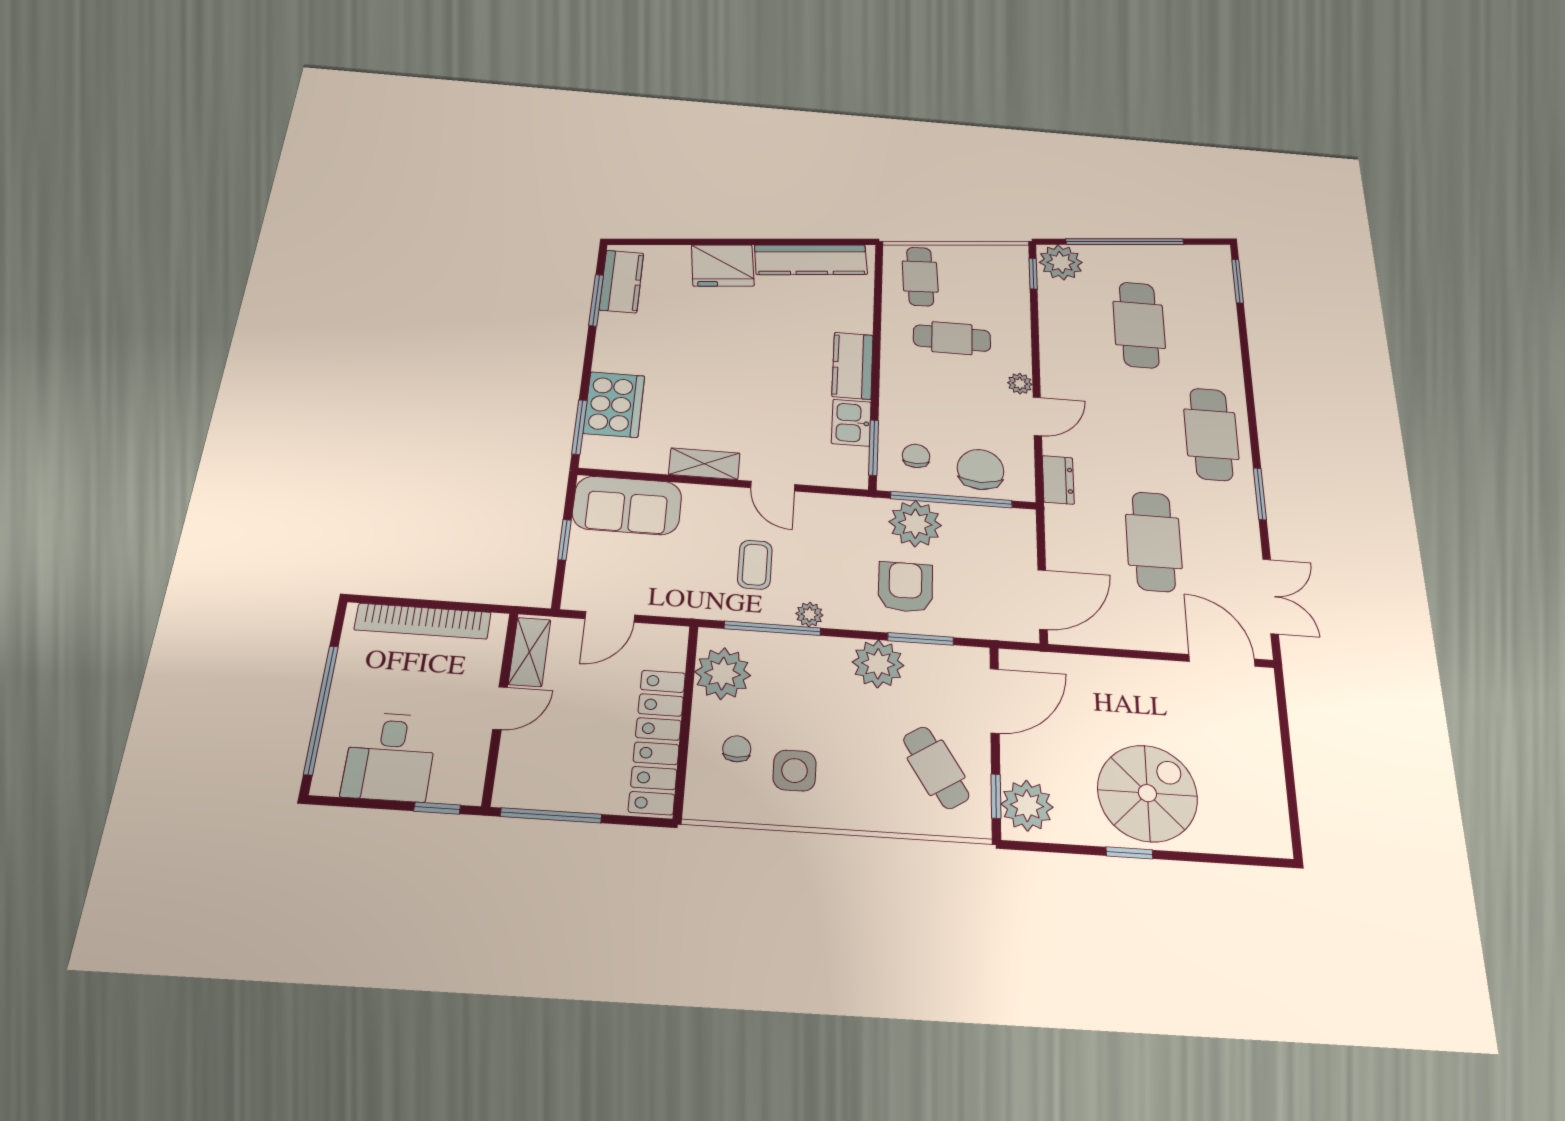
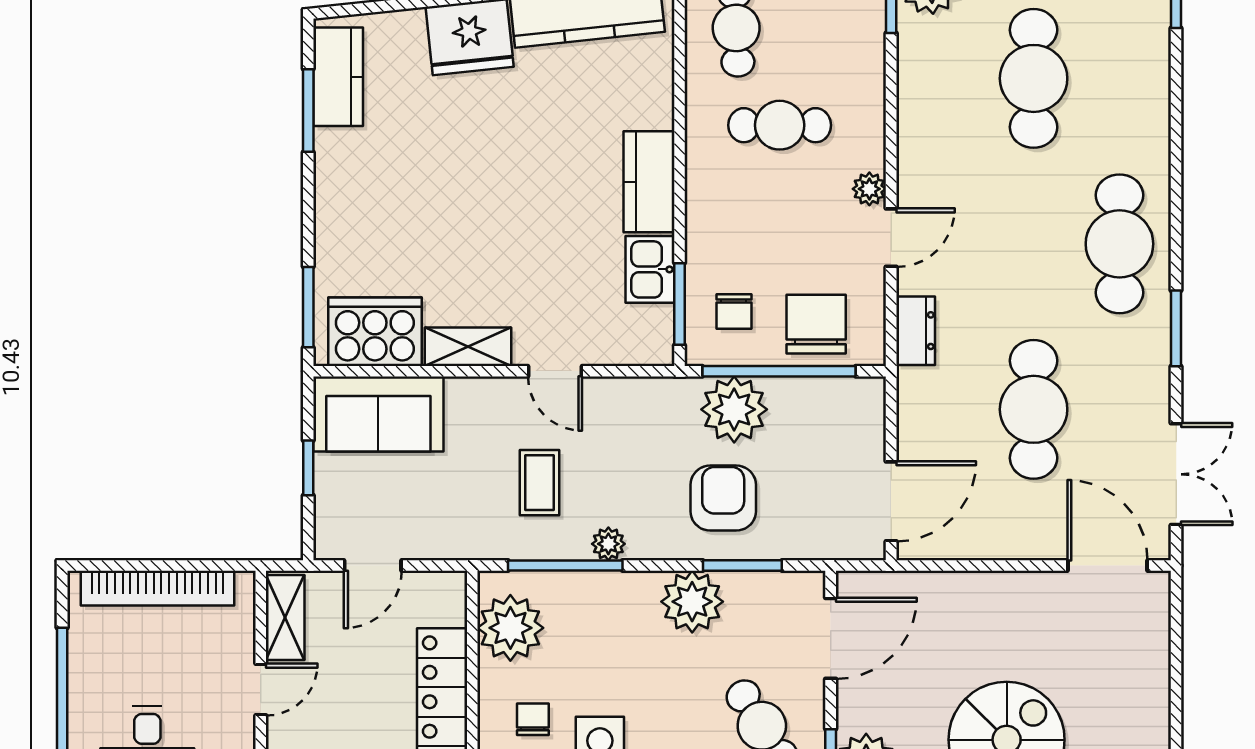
cooker: (614, 404) -> (375, 332), moved, turned -90
chair: (916, 456) -> (734, 311), turned 180

